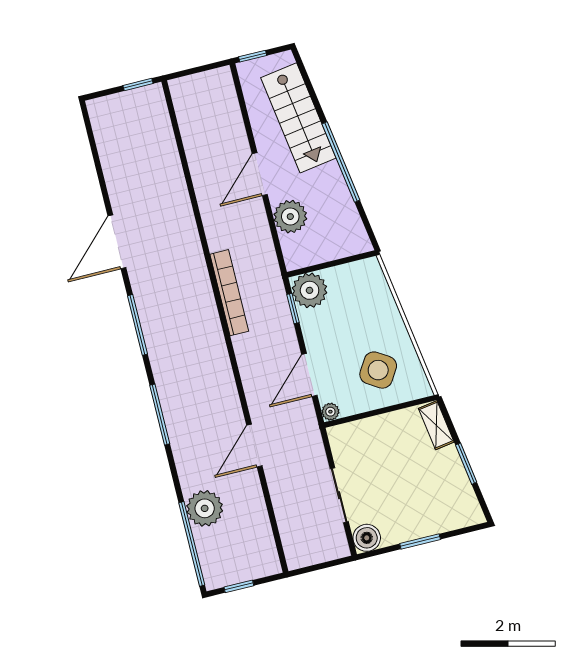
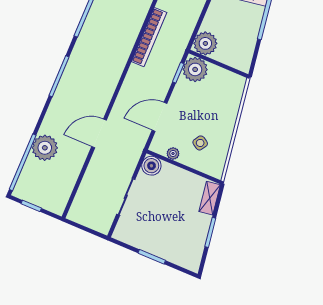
plant: (290, 217) -> (205, 43), moved
side table: (378, 370) -> (200, 143), width x0.54, depth x0.54
plant: (330, 412) -> (173, 153), moved
boiler: (367, 538) -> (151, 166), moved

